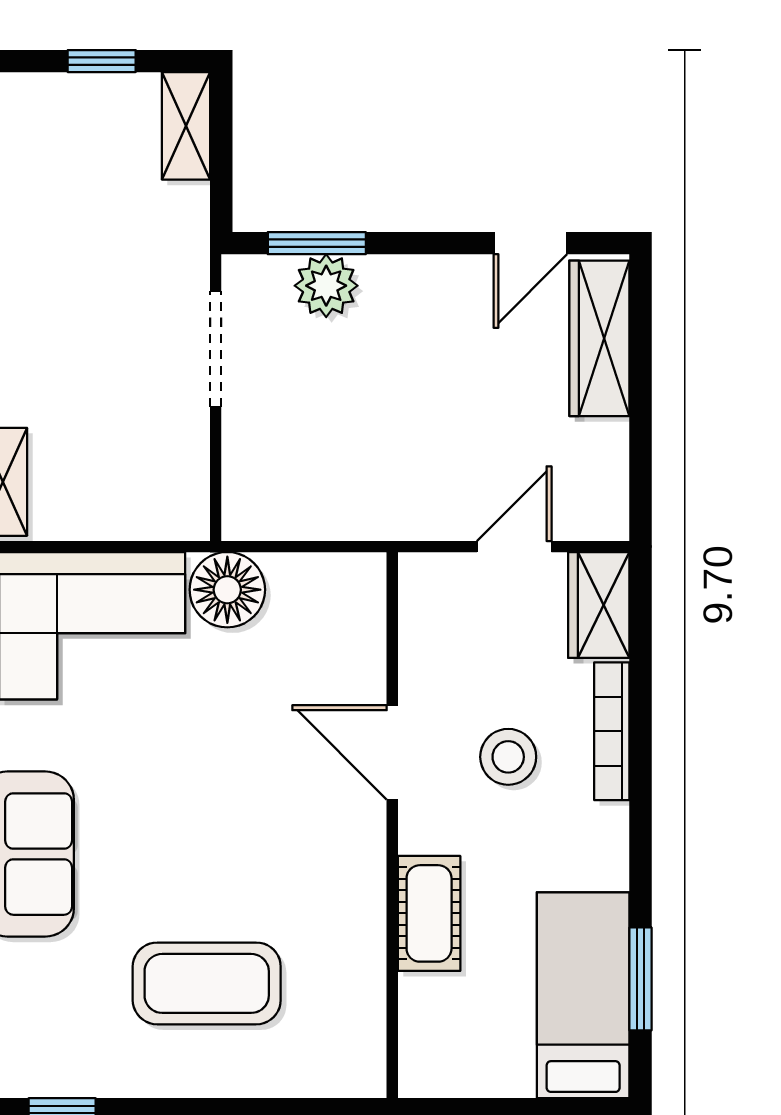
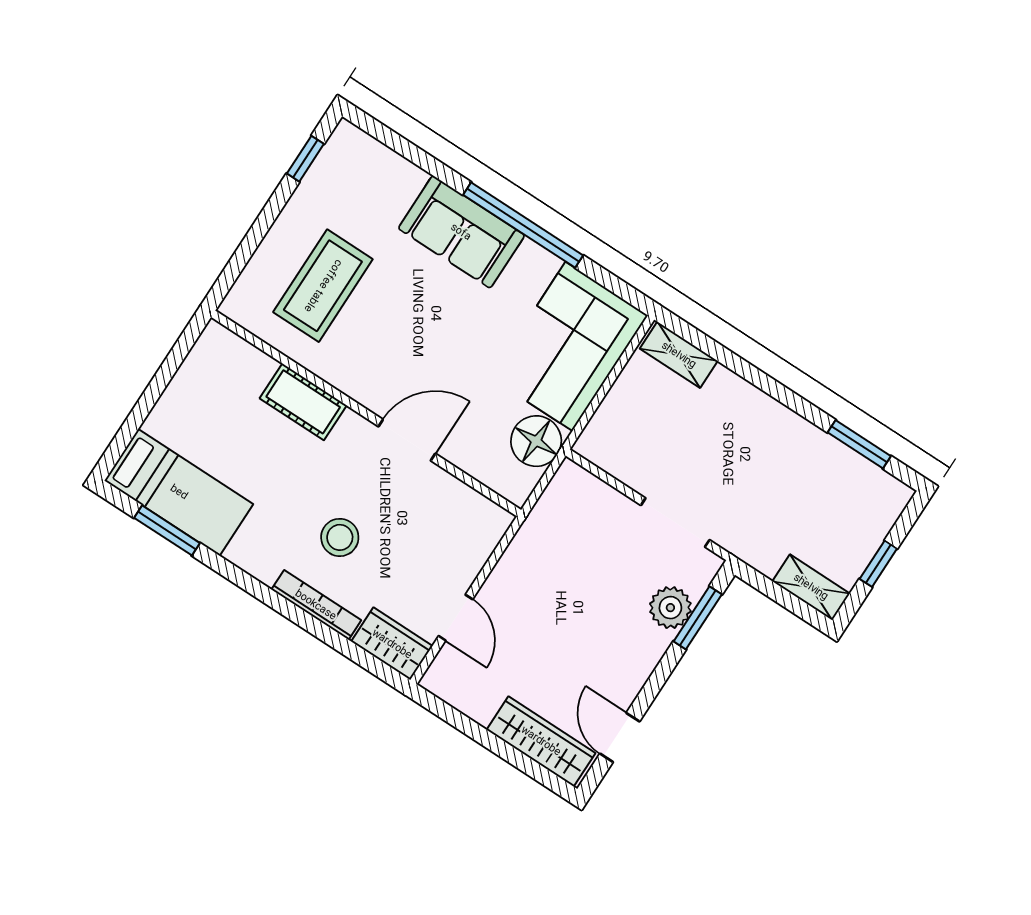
door: (392, 752) -> (407, 440), moved
wall: (392, 825) -> (366, 414), moved
cot: (429, 913) -> (303, 402), moved

